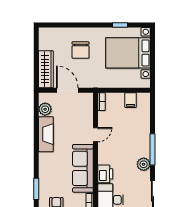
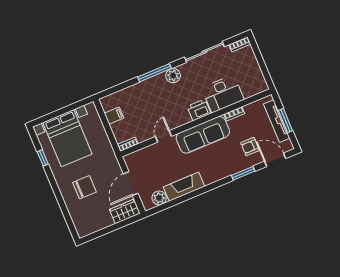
wardrobe: (46, 69) -> (125, 211), width x0.67
door: (96, 135) -> (163, 136), hinge flipped

